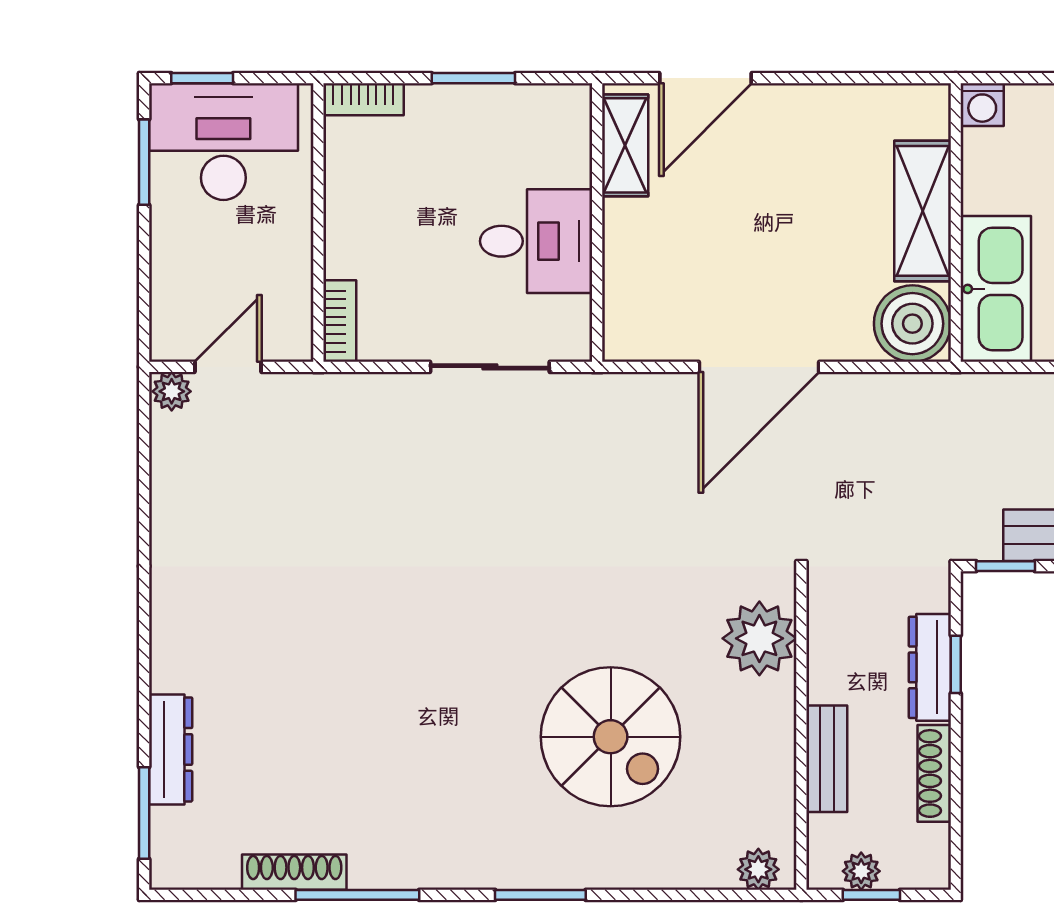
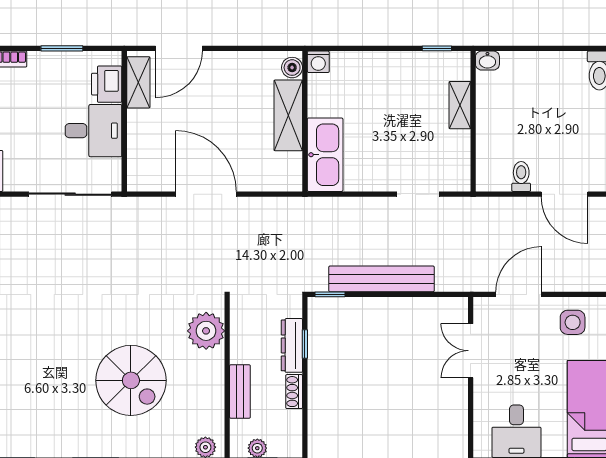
printer: (562, 149) -> (107, 84), added
boiler: (912, 324) -> (292, 68), moved, width x0.54, depth x0.54
sliding door: (490, 367) -> (70, 194), width x1.37
door: (759, 367) -> (206, 194), swing flipped
shoe rack: (934, 773) -> (294, 392), width x0.70

